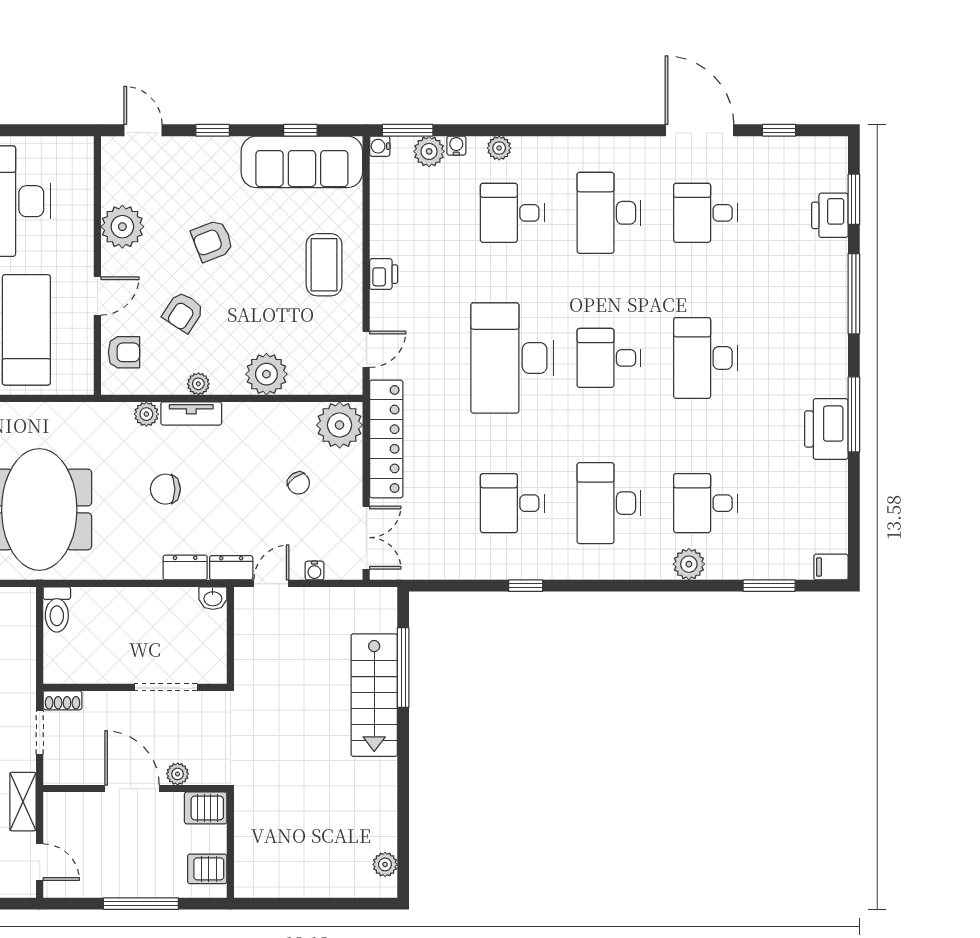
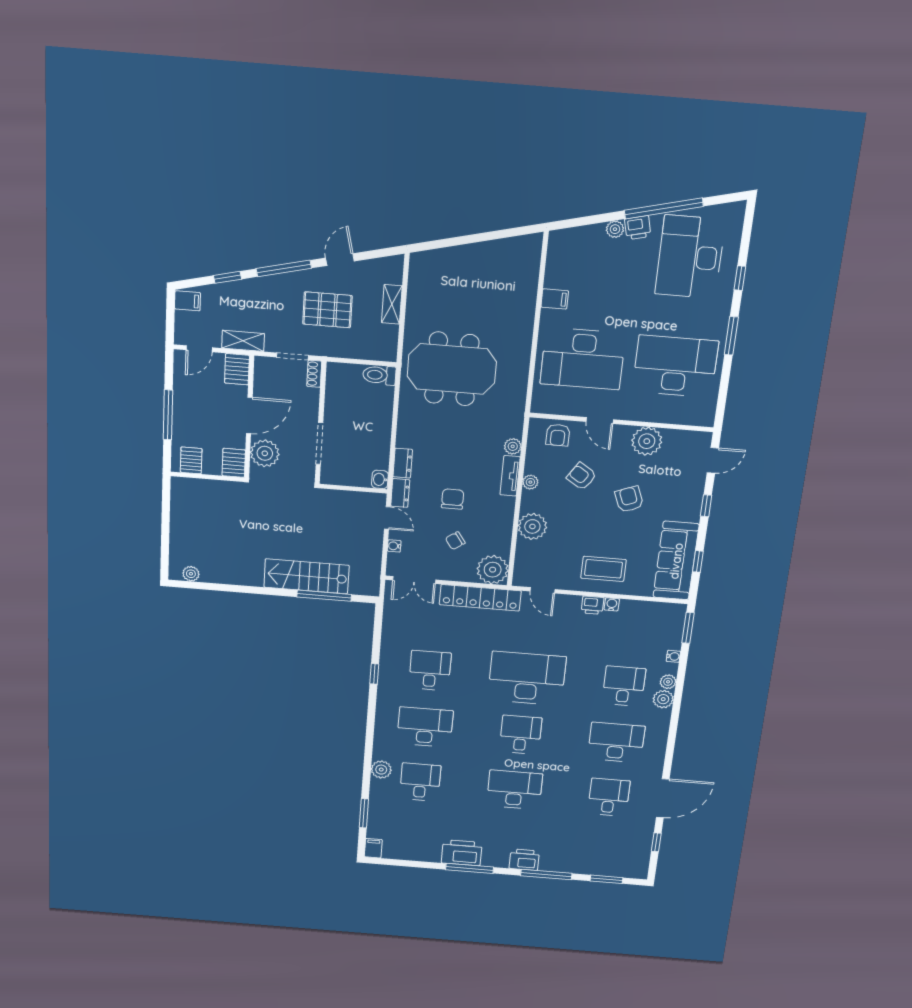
water cooler: (380, 146) -> (612, 604), moved
plant: (429, 151) -> (663, 699), moved
printer: (830, 215) -> (524, 860), moved
chair: (165, 489) -> (453, 499), moved
plant: (178, 774) -> (265, 453), width x1.88, depth x1.88
server rack: (65, 808) -> (237, 369), added

